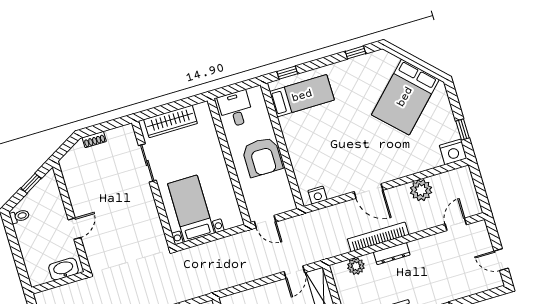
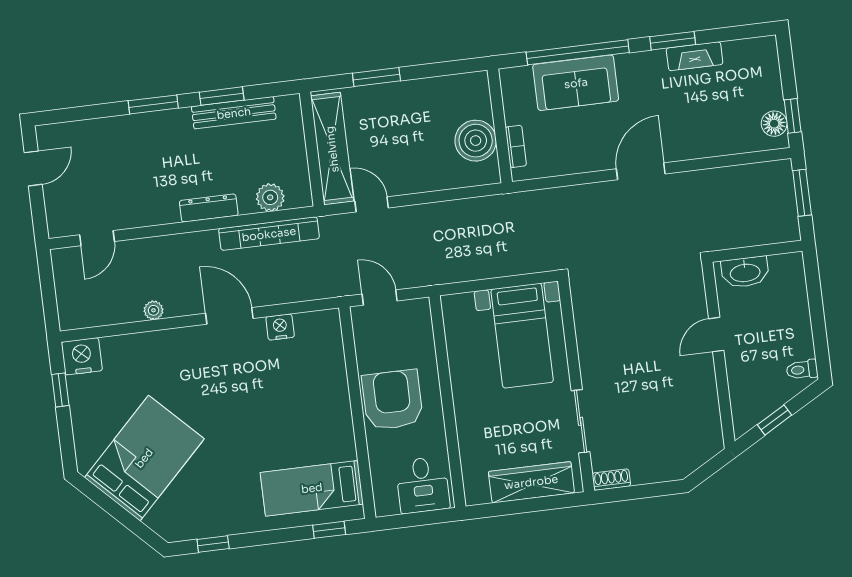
shoe rack: (94, 140) -> (611, 480), moved
plant: (421, 190) -> (154, 310), width x0.53, depth x0.53
nightstand: (317, 195) -> (280, 327), moved
door: (265, 222) -> (380, 297), moved
bookcase: (378, 237) -> (269, 234), moved
door: (501, 260) -> (33, 168), hinge flipped
door: (294, 272) -> (372, 204), hinge flipped

